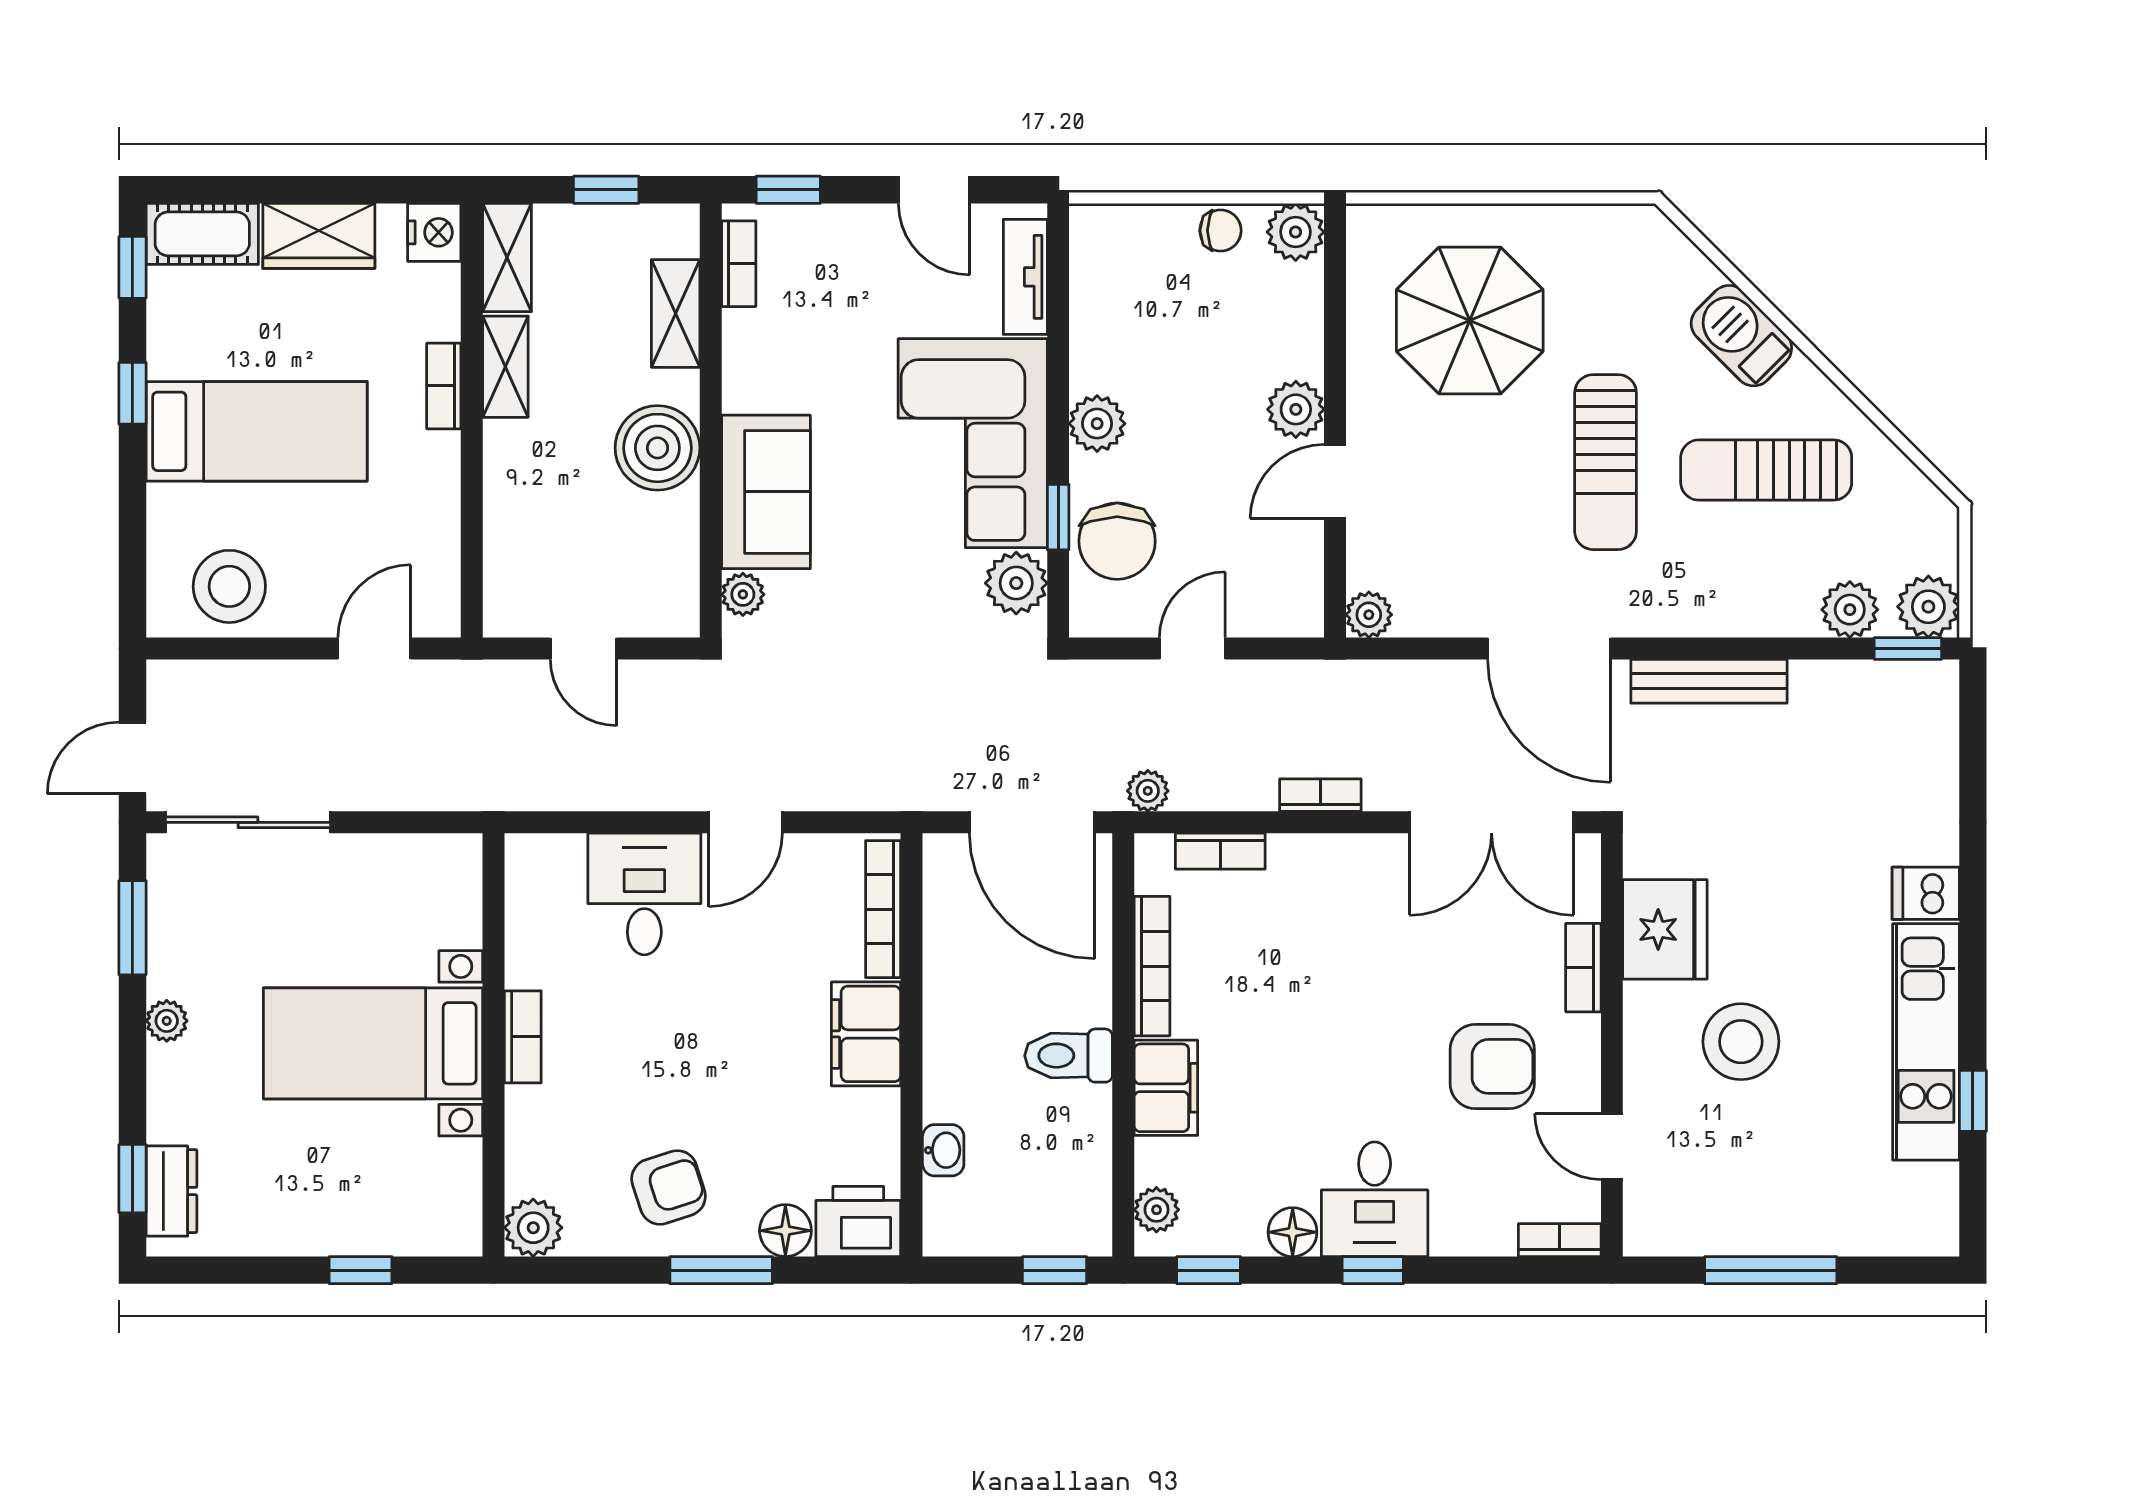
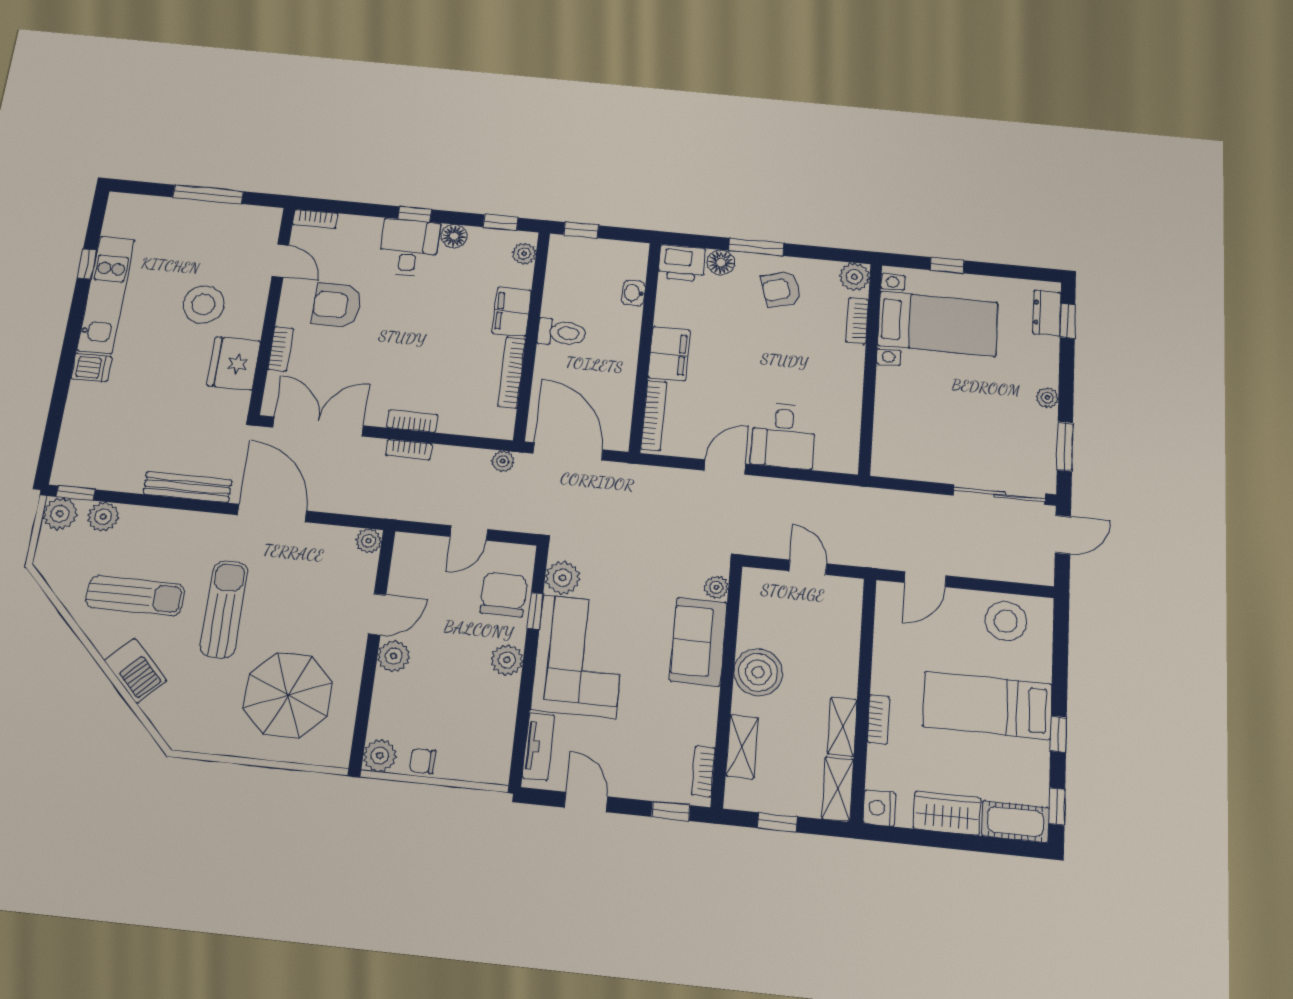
bookcase: (1220, 851) -> (412, 421), moved
bookcase: (523, 1037) -> (857, 321), moved
bed with nightstands: (373, 1043) -> (938, 324), moved

